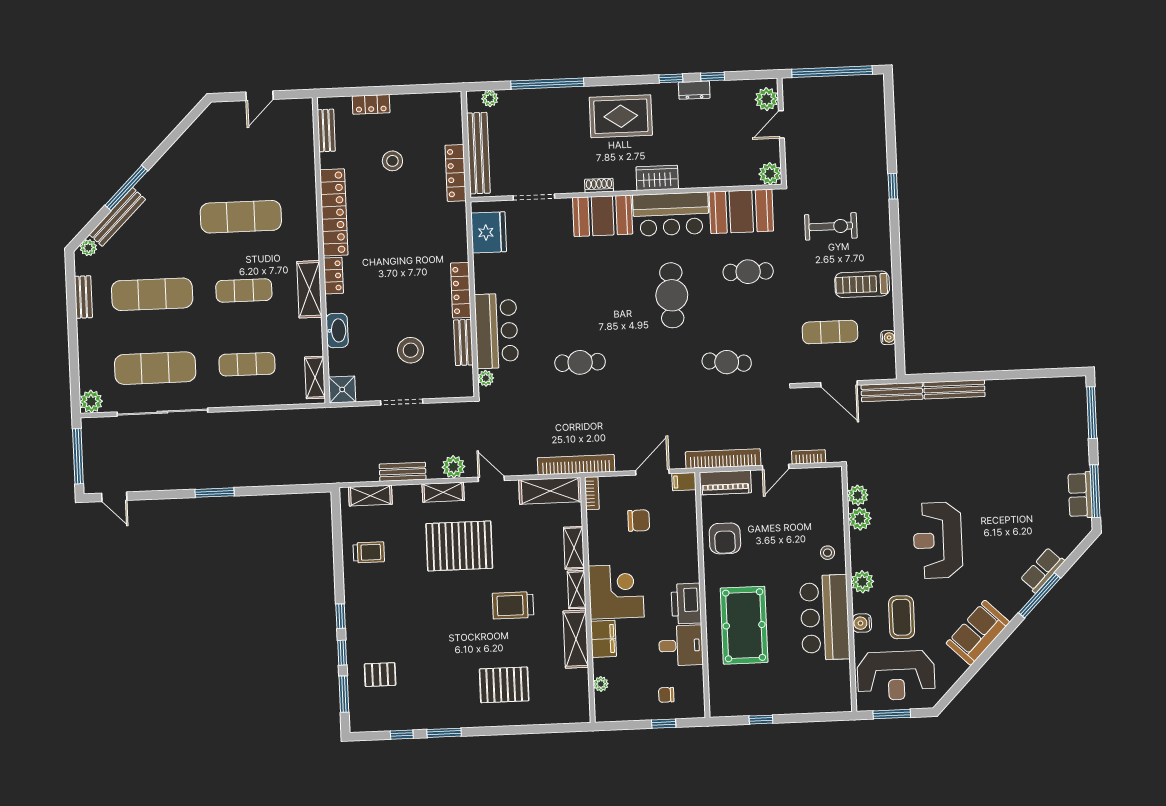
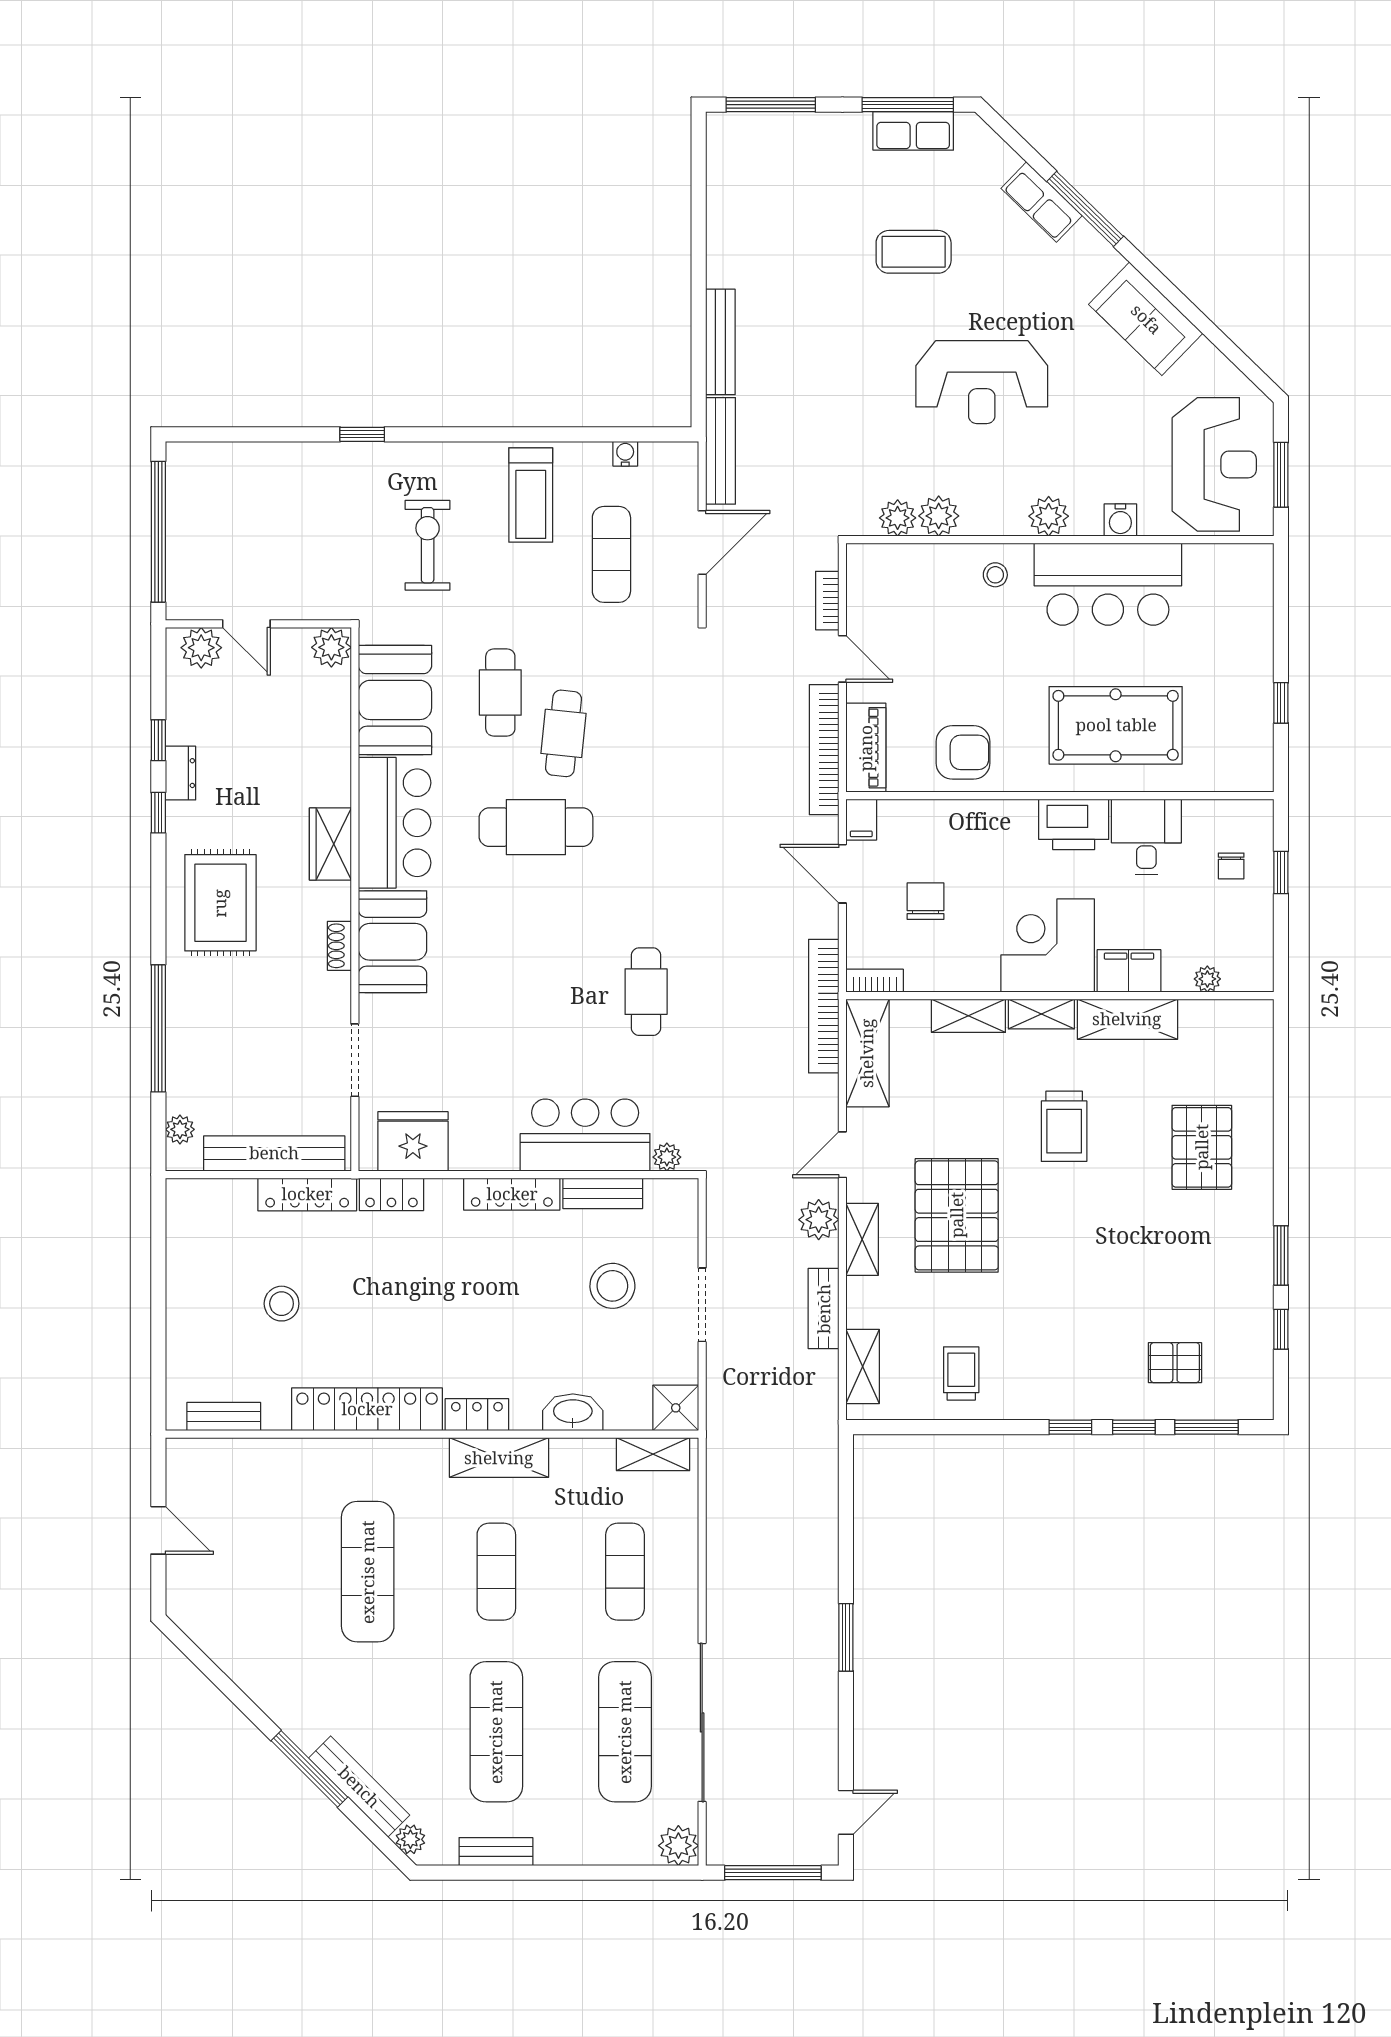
locker: (371, 104) -> (391, 1194), moved, turned 90
cafe table: (727, 362) -> (564, 733), moved
coffee table: (902, 617) -> (914, 252), moved
pallet: (380, 675) -> (1175, 1363), turned 90

